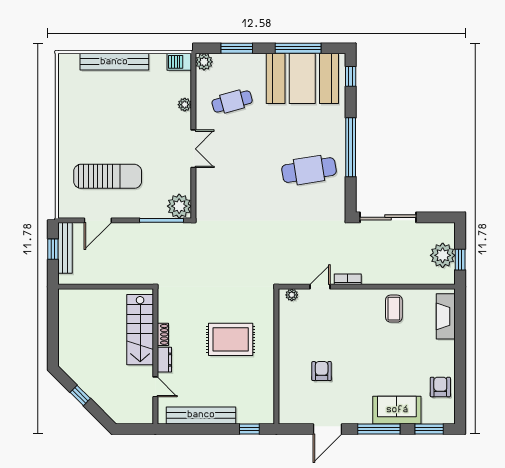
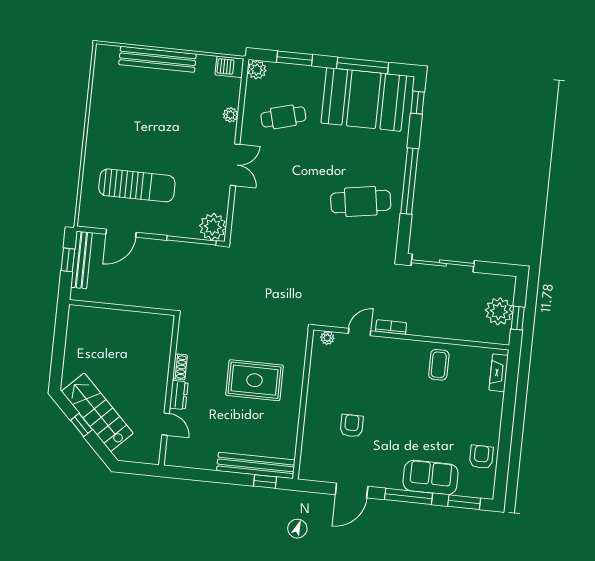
fireplace: (446, 316) -> (499, 373), width x0.73, depth x0.76
stairs: (140, 330) -> (97, 412), moved, turned 135
bench: (201, 415) -> (256, 465), moved

